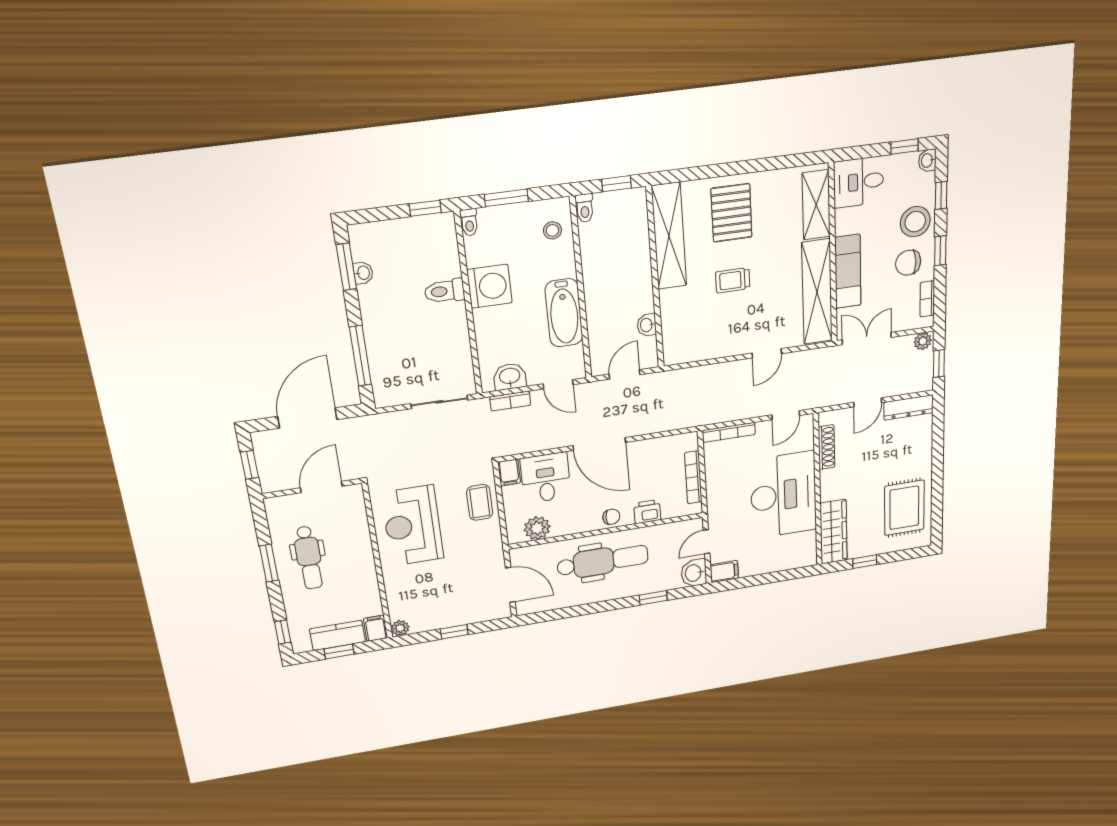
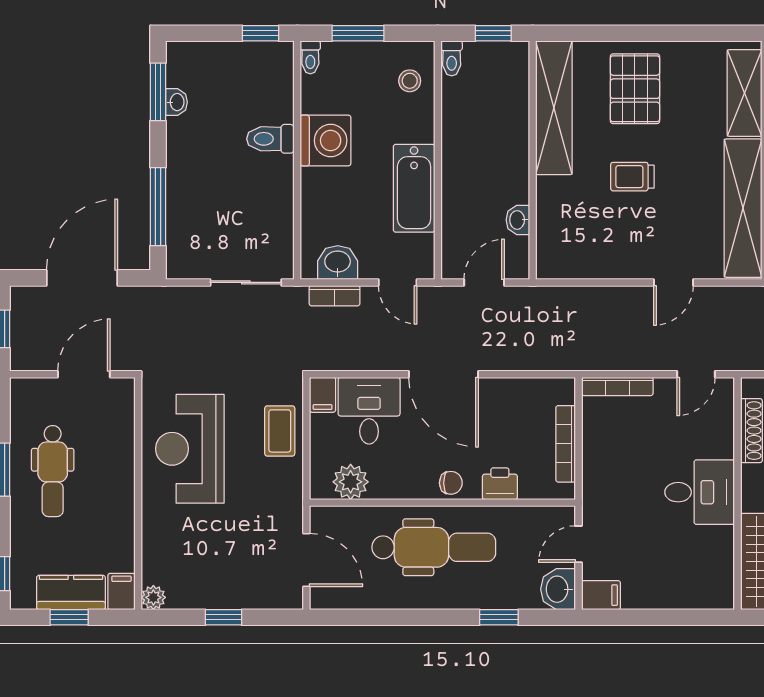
desk: (783, 495) -> (700, 492), width x0.53, depth x0.77

